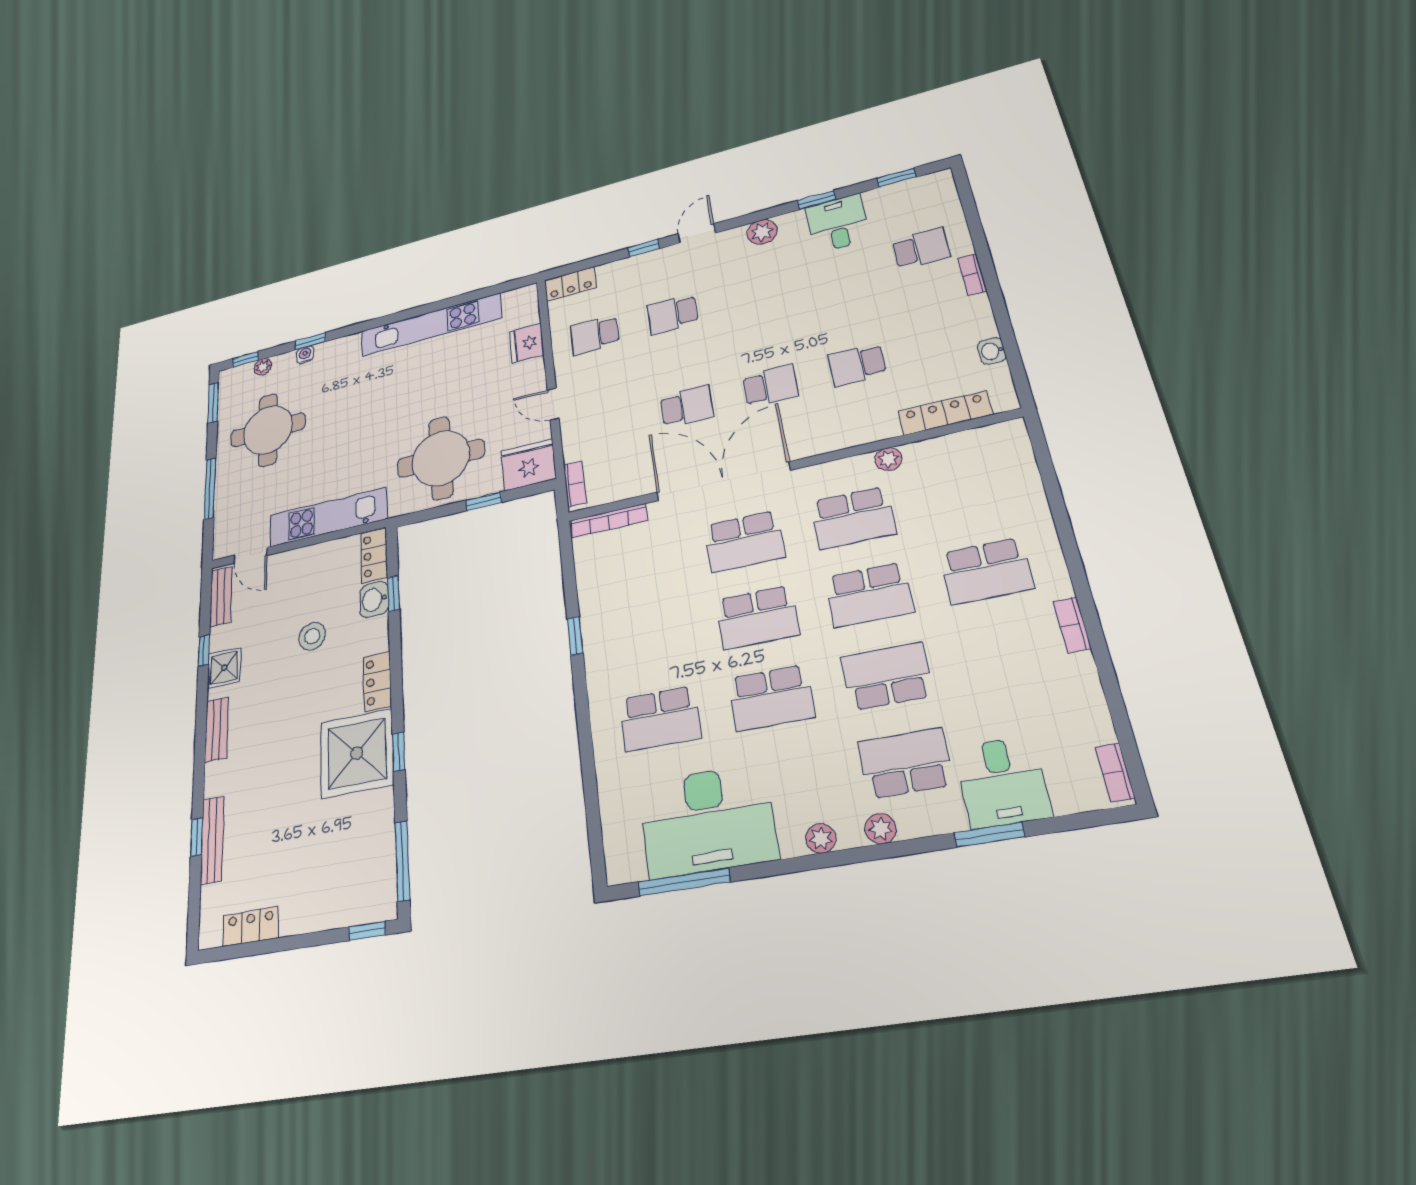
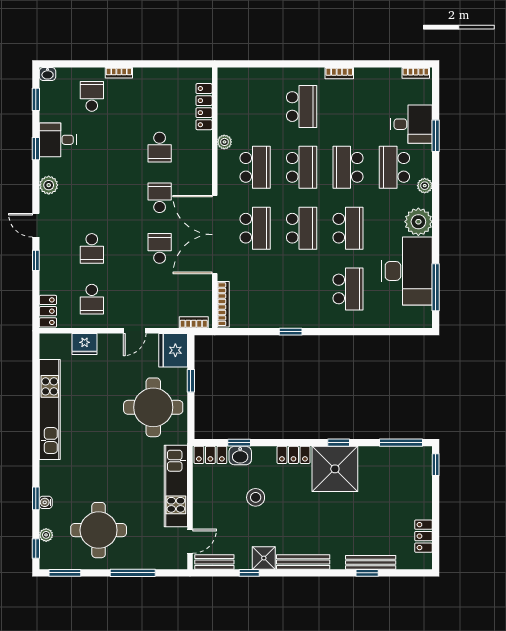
washbasin: (992, 351) -> (48, 74), moved
bench: (217, 729) -> (303, 562), width x1.36
plant: (821, 838) -> (418, 222), width x1.88, depth x1.88

